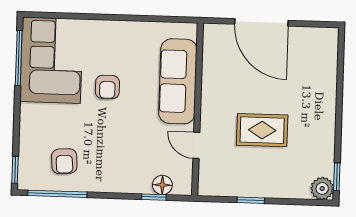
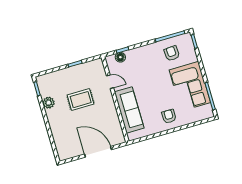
corner sofa: (51, 60) -> (190, 86), moved
armchair: (107, 87) -> (169, 116), moved
plant: (322, 188) -> (49, 103), moved

